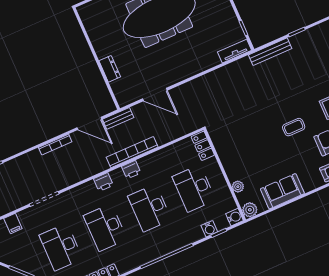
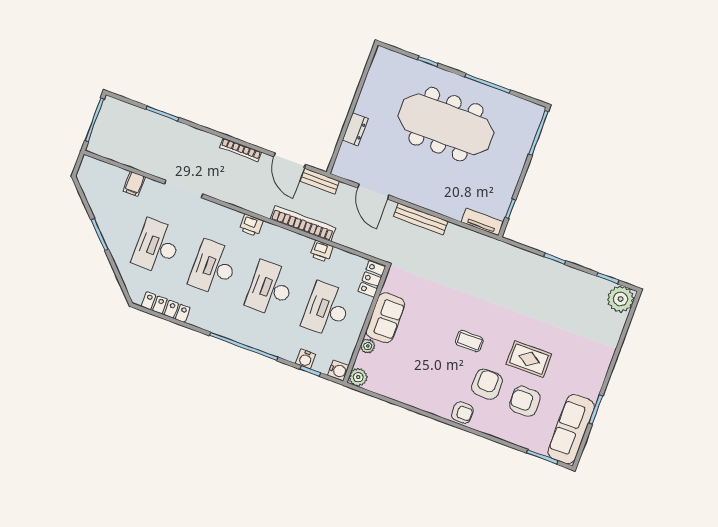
bench: (270, 52) -> (421, 219), moved
printer: (131, 170) -> (322, 251), moved
sofa: (282, 191) -> (385, 318), moved, turned 90

